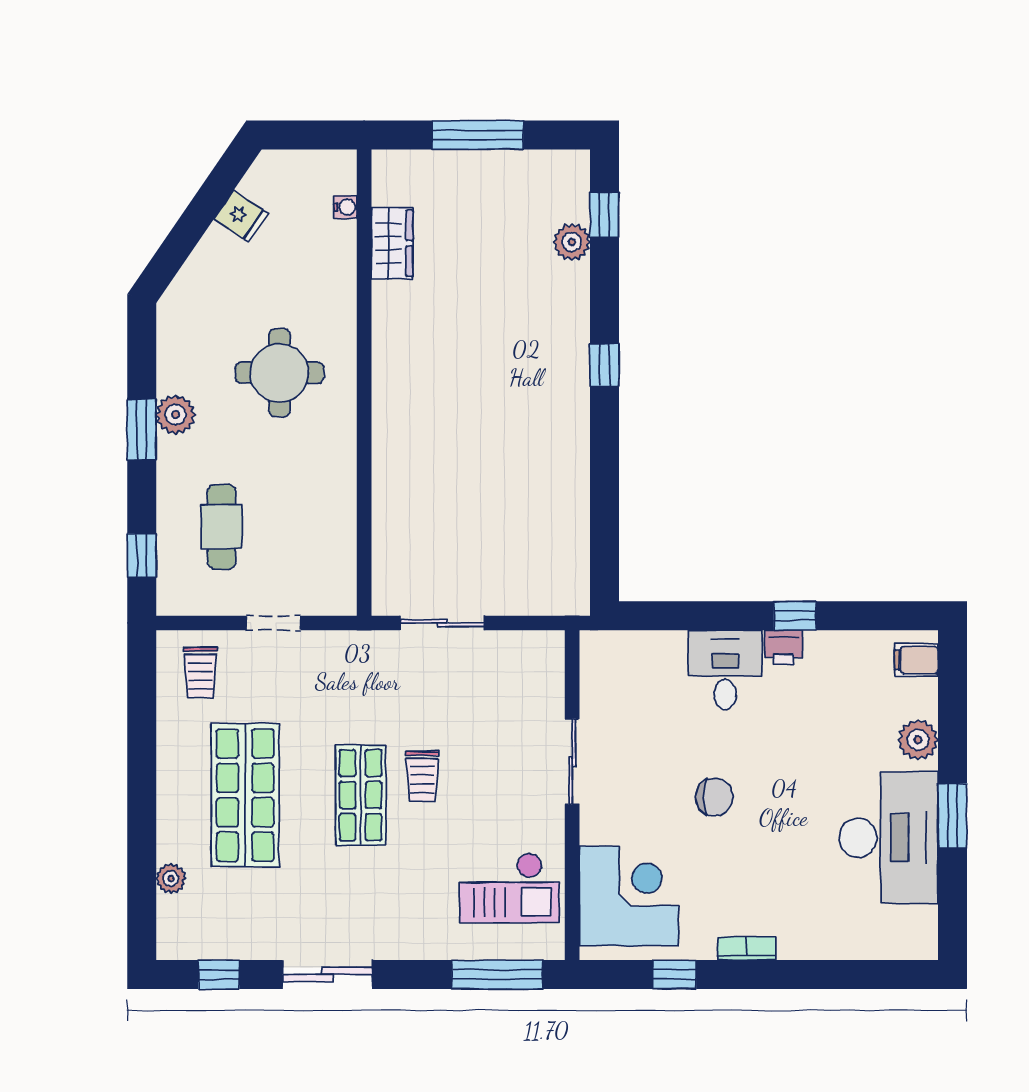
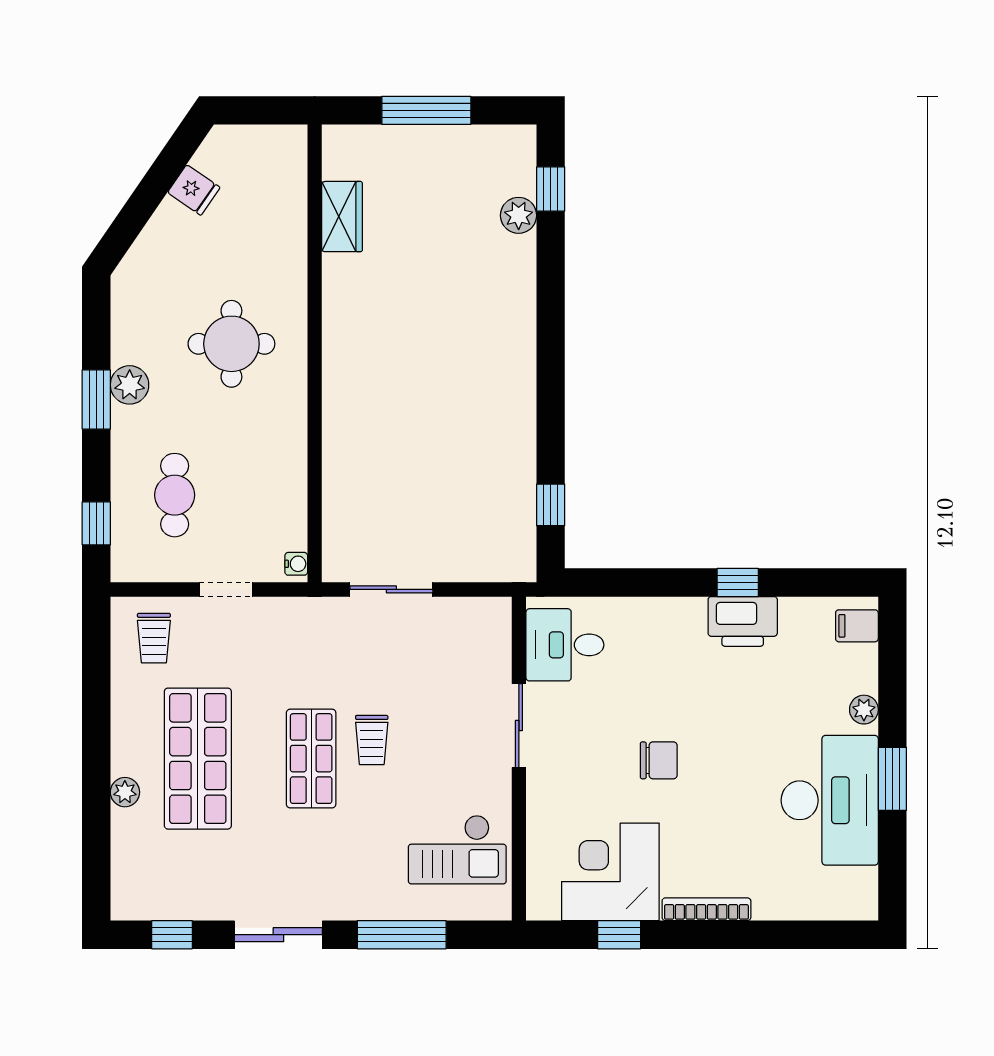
water cooler: (345, 207) -> (296, 564), moved
window: (604, 365) -> (551, 505), moved
printer: (784, 647) -> (743, 621), width x1.87, depth x1.48
desk: (725, 670) -> (565, 645), moved, turned -90
plant: (918, 740) -> (864, 710), width x0.73, depth x0.73
plant: (171, 879) -> (125, 792), moved
corner desk: (629, 896) -> (610, 872), moved, turned -90
bookcase: (747, 949) -> (706, 909), width x1.56
window: (497, 975) -> (402, 935), moved

